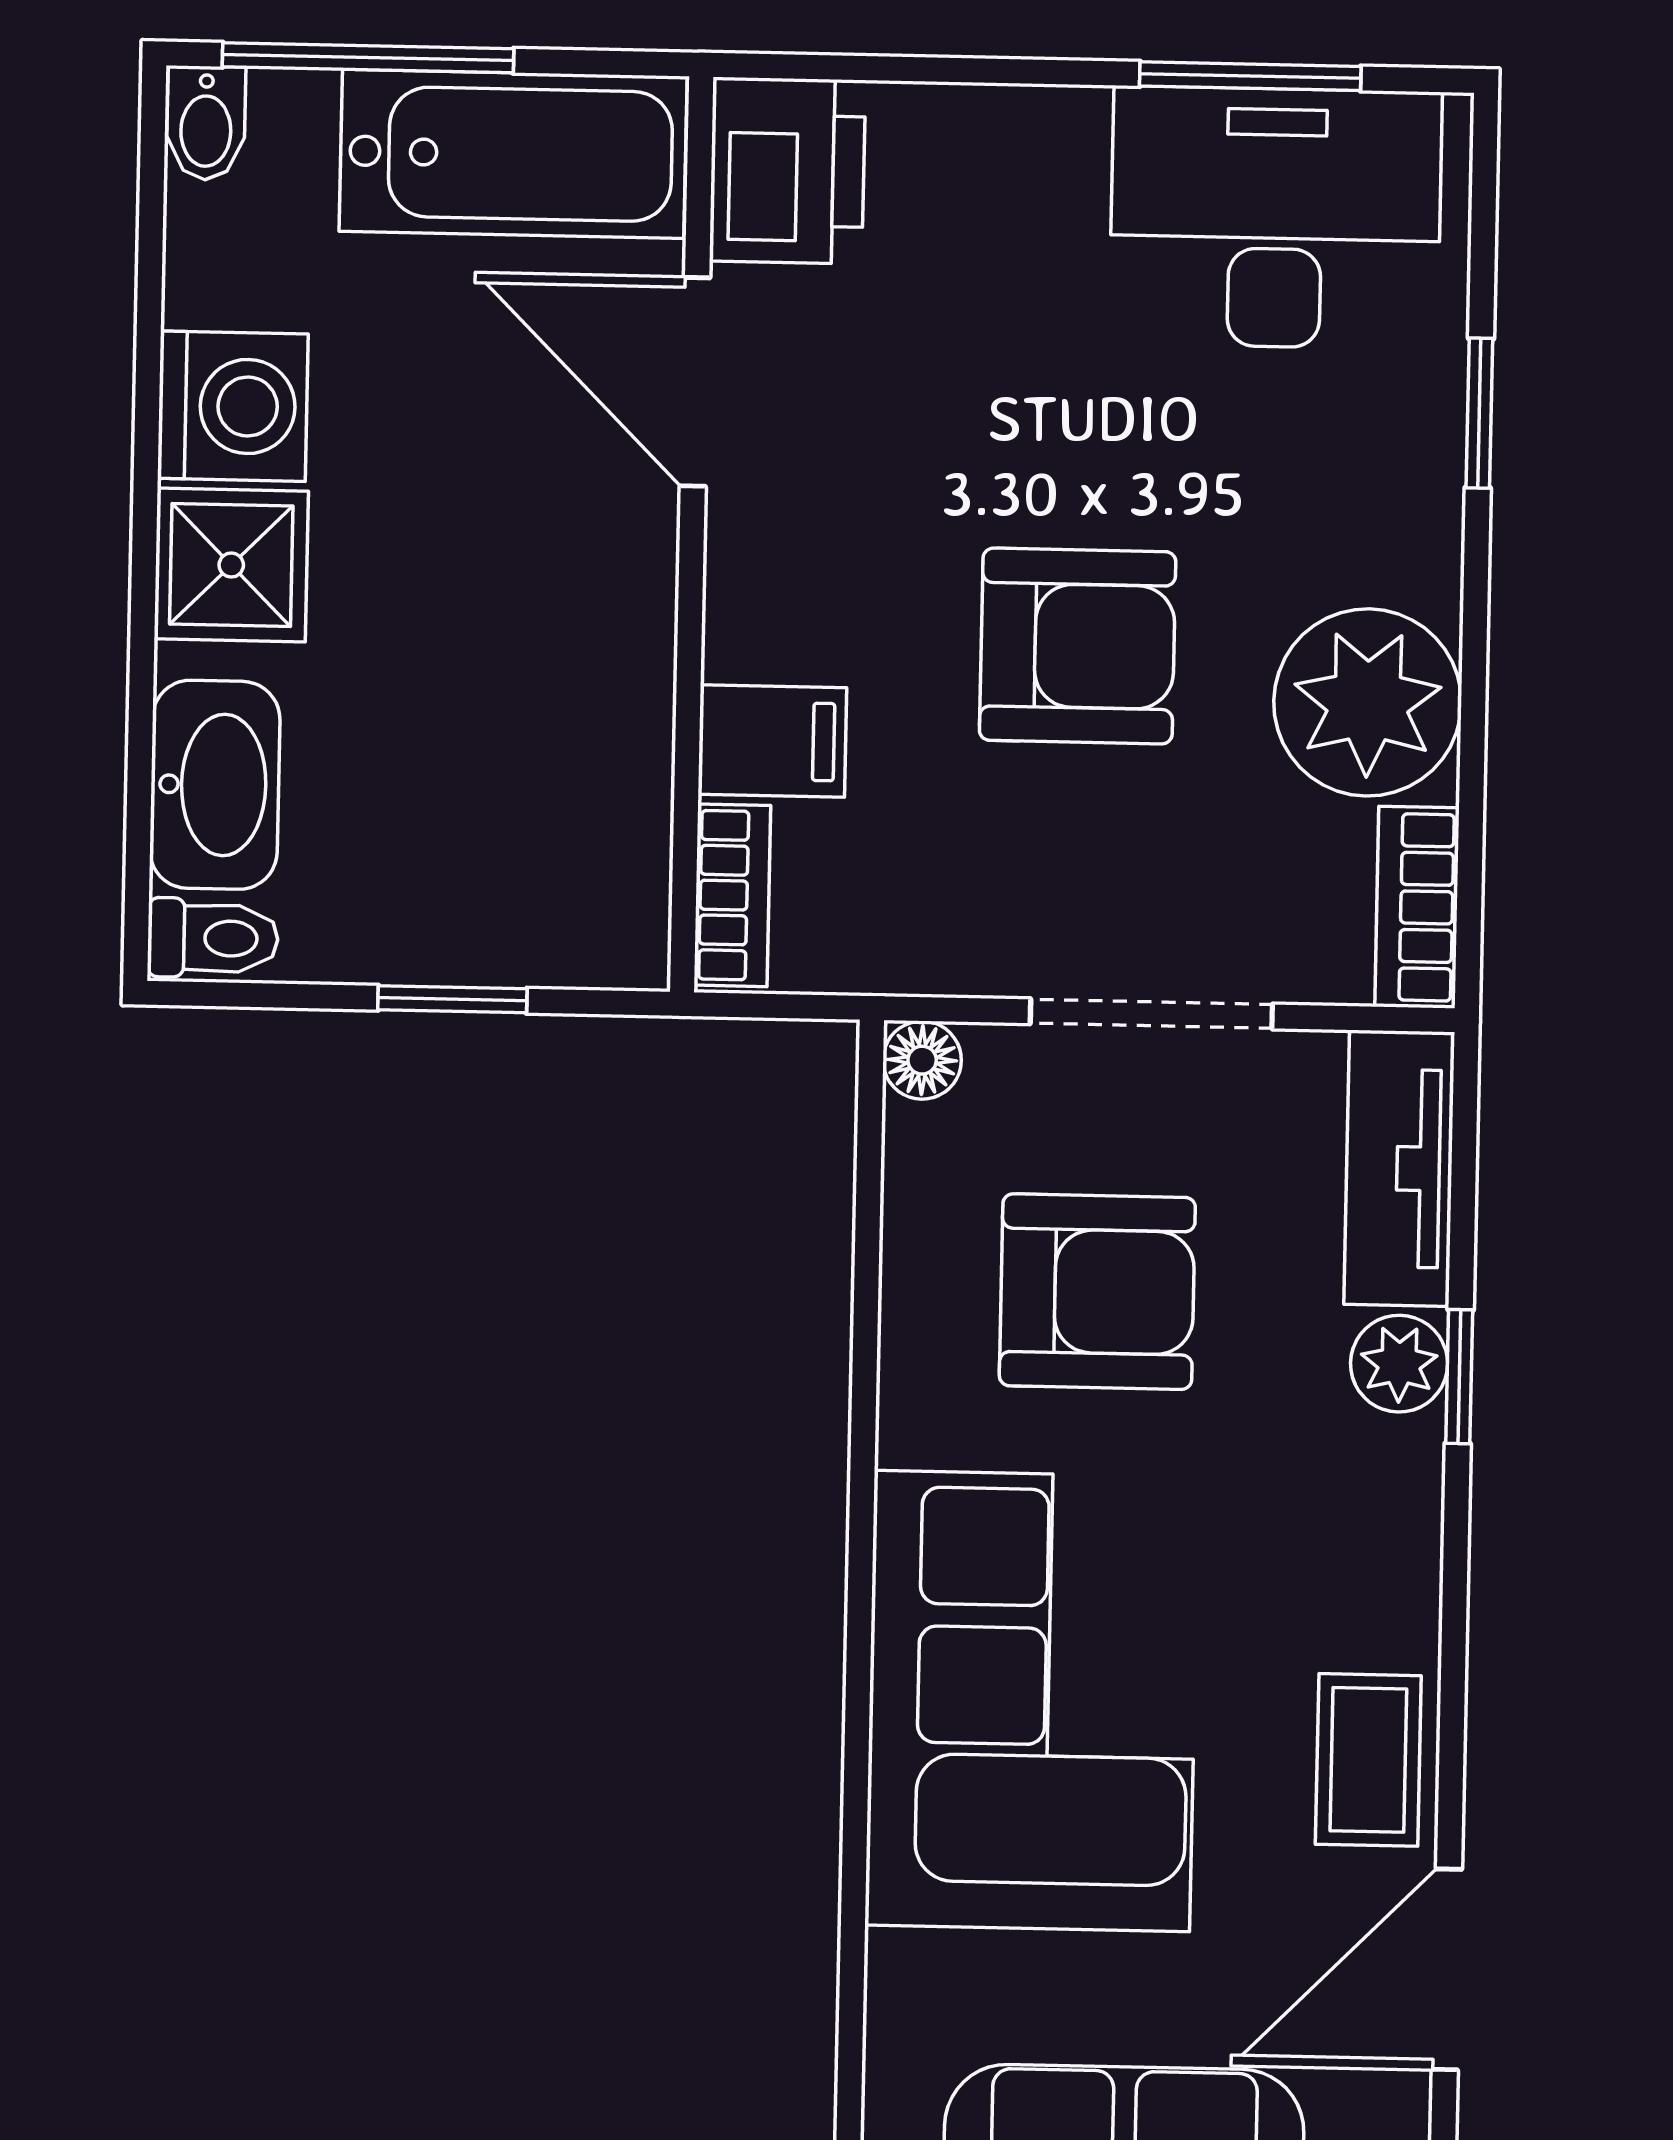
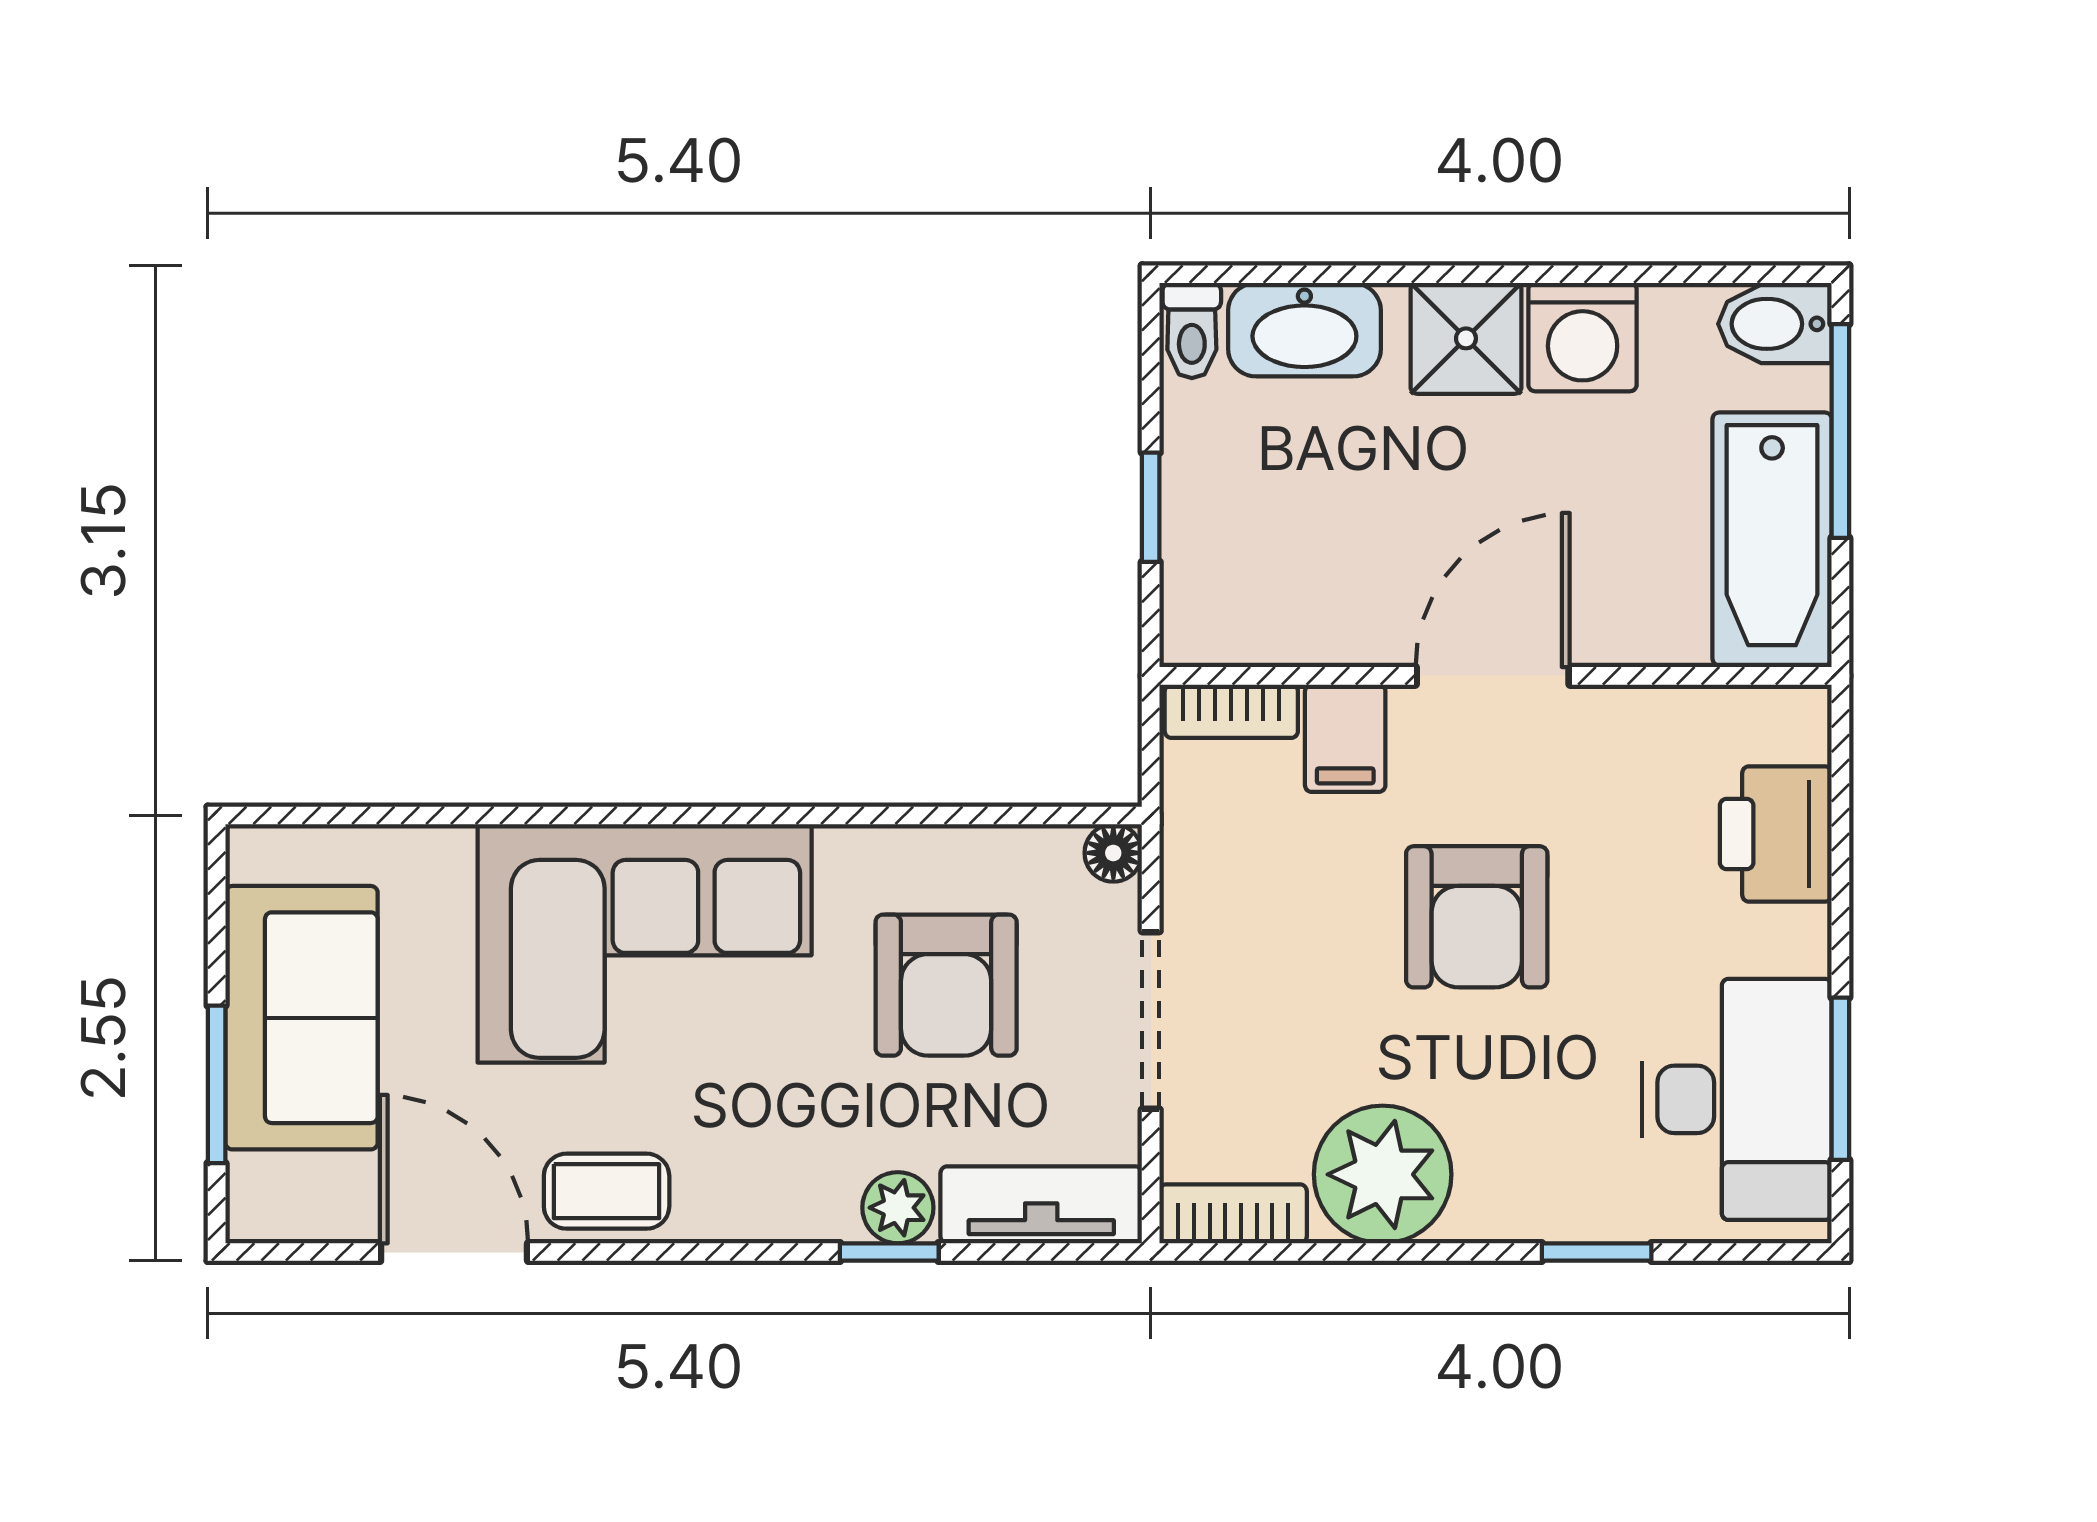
bidet: (206, 123) -> (1775, 324), width x1.38, depth x1.36
printer: (787, 171) -> (1776, 834), moved, turned 90
door: (695, 382) -> (1493, 676), moved
armchair: (1078, 646) -> (1477, 917), moved

